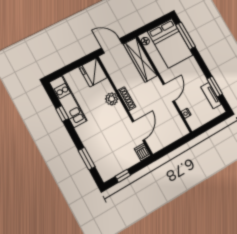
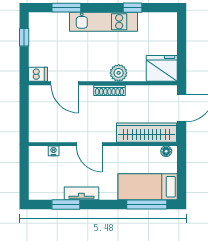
bed: (170, 43) -> (148, 187), width x0.67
tv unit: (211, 96) -> (81, 193), moved
kitchen unit: (68, 101) -> (104, 22), moved

